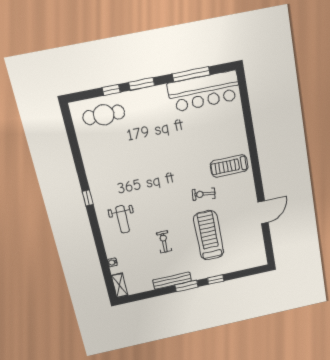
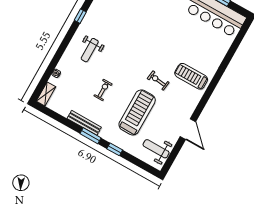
door: (263, 212) -> (188, 129), hinge flipped
weight bench: (249, 250) -> (156, 149), added

